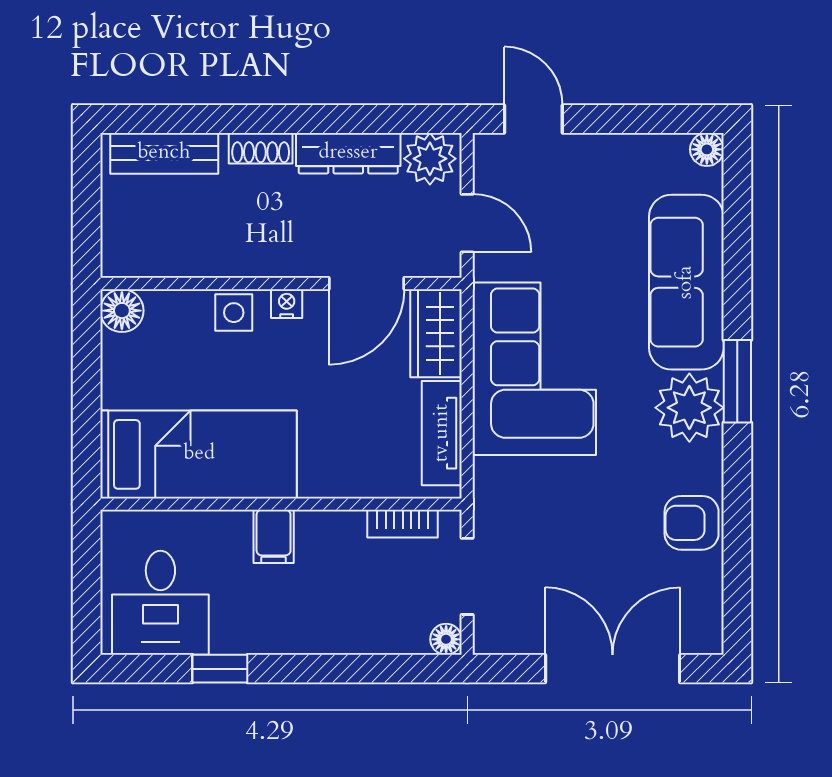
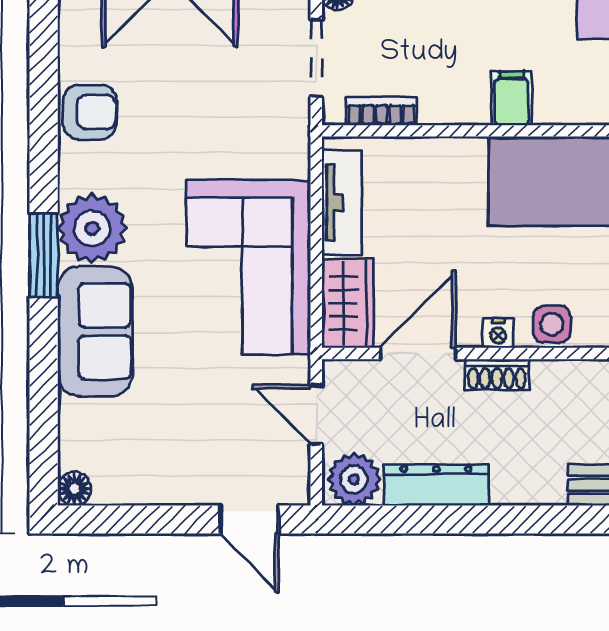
shoe rack: (261, 148) -> (497, 375), moved, turned 180
sofa: (686, 282) -> (95, 331), width x0.73

